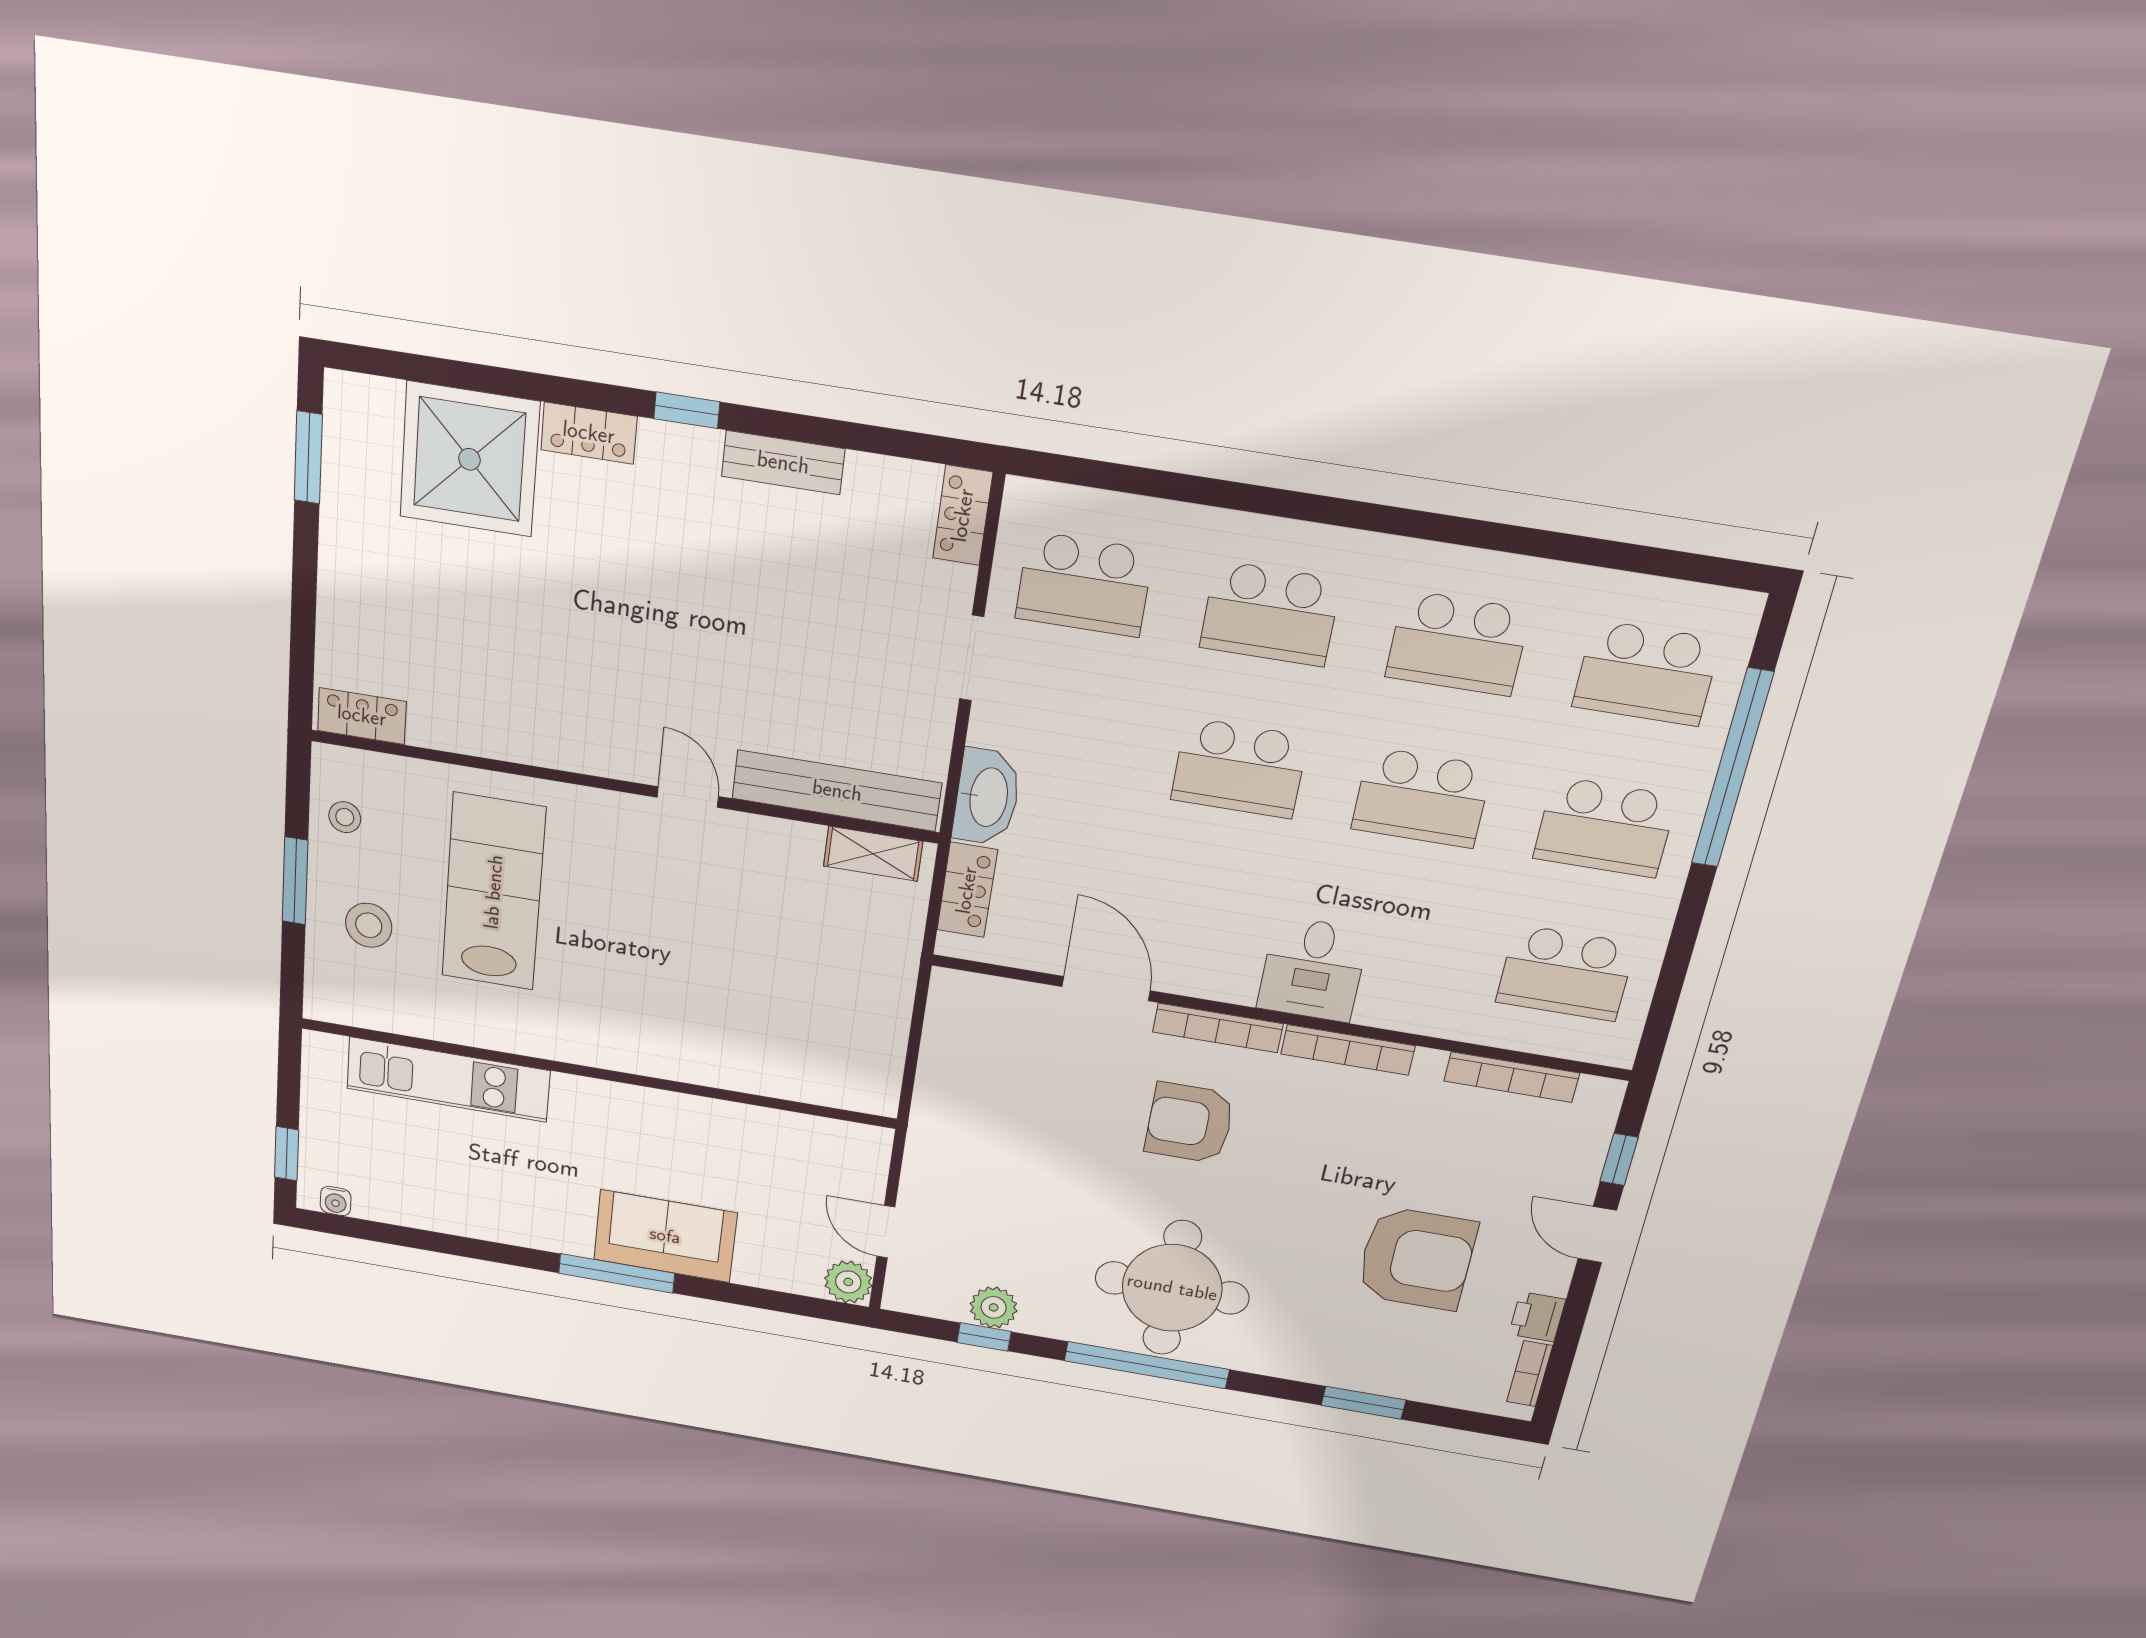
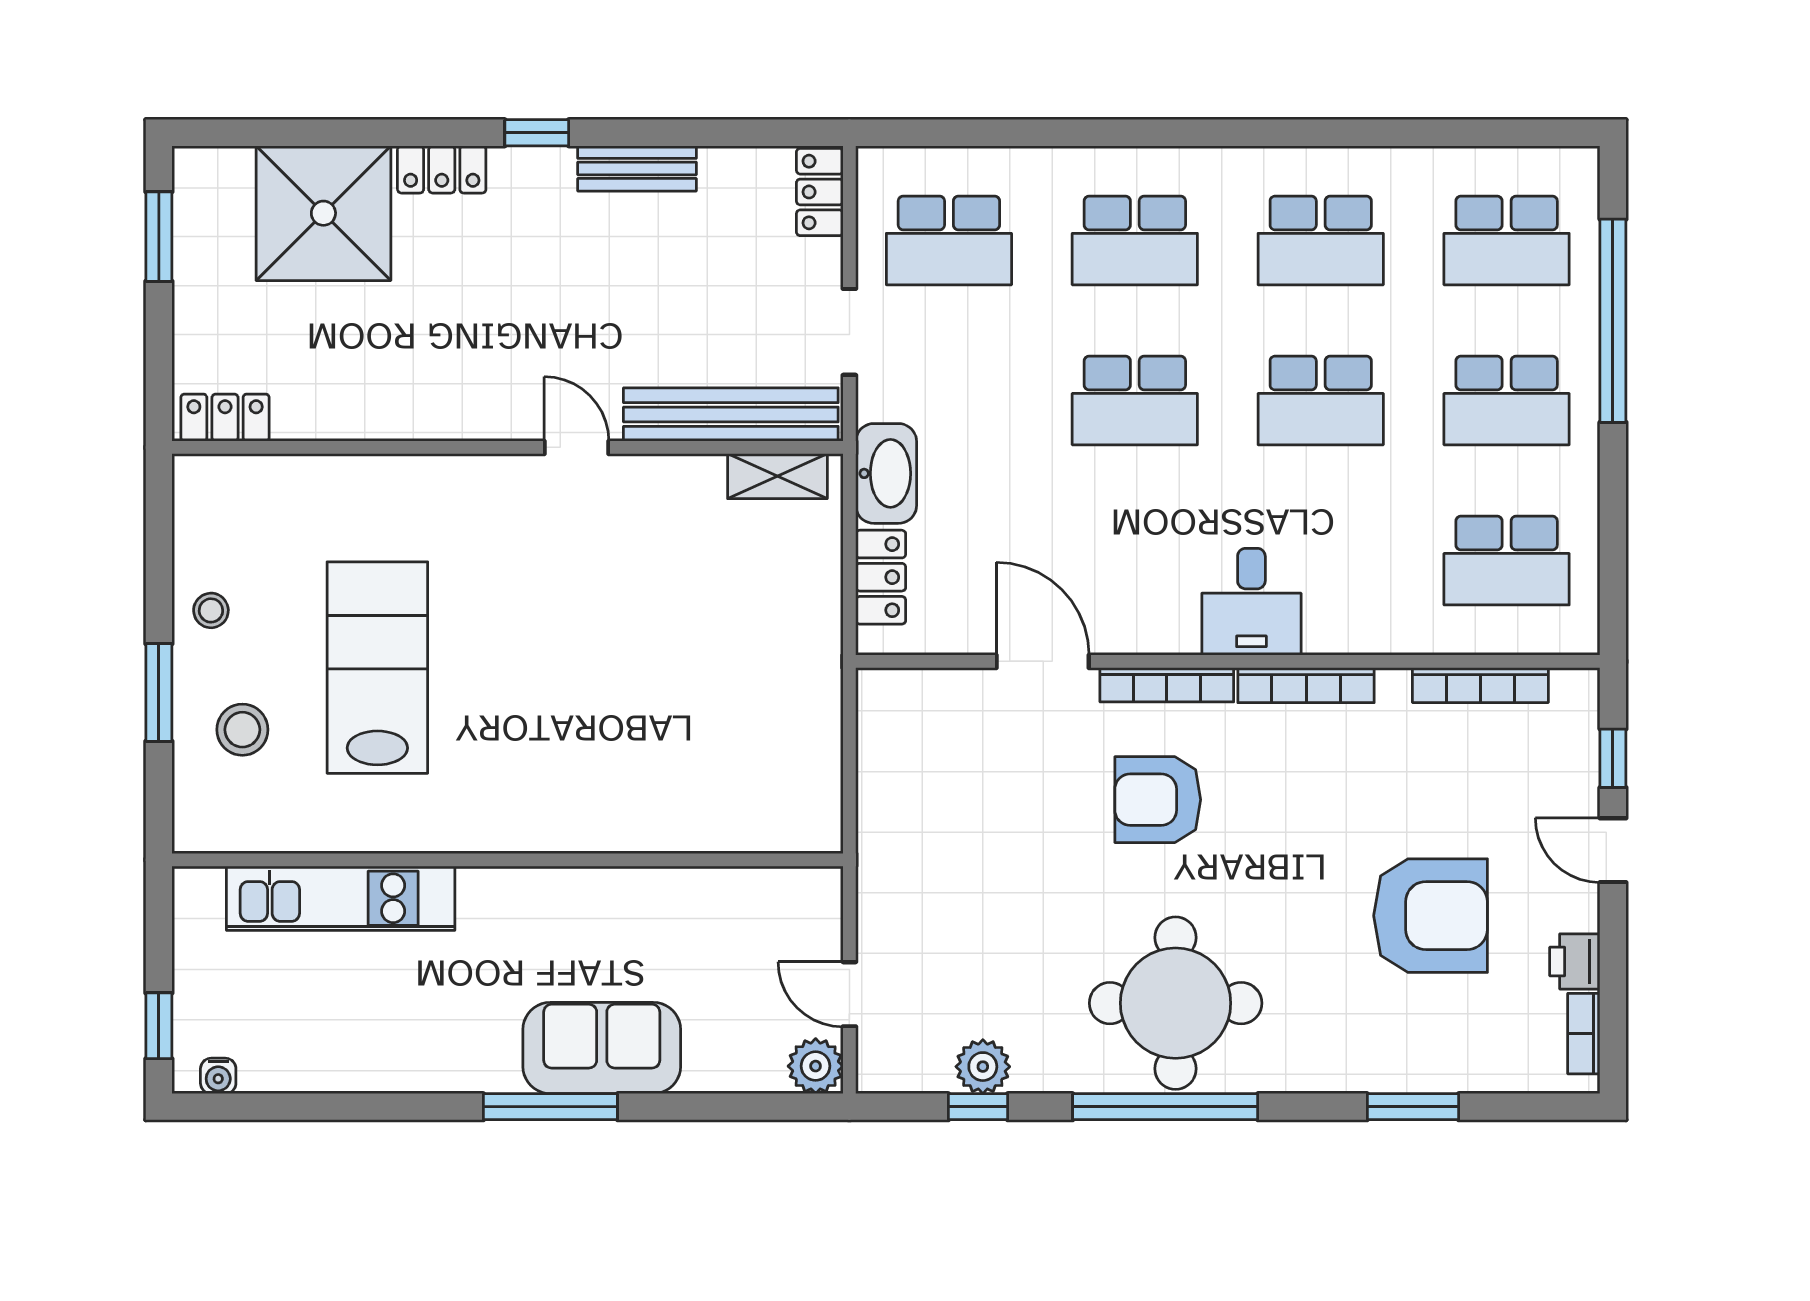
locker: (362, 716) -> (225, 418), moved
wall: (623, 786) -> (507, 447), moved
bench: (837, 791) -> (731, 415), moved
door: (688, 797) -> (577, 447), moved
shelving: (873, 854) -> (777, 476), moved

